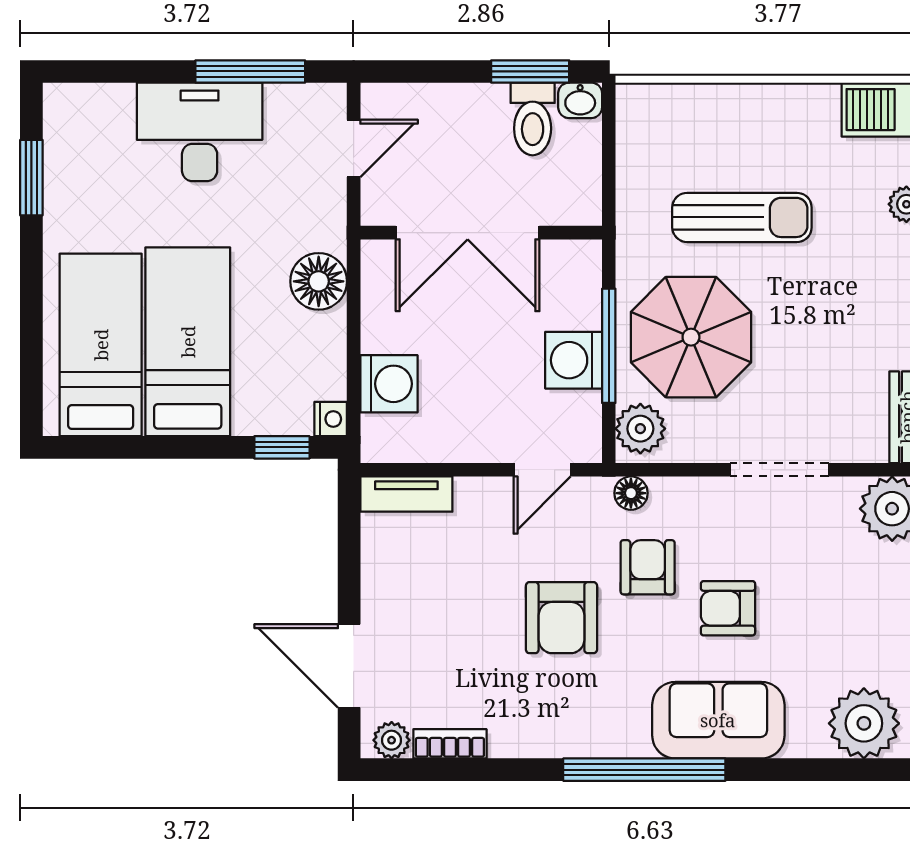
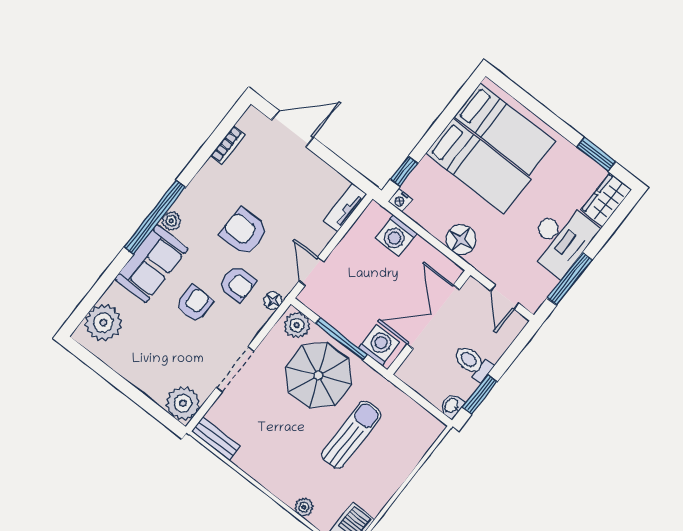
wardrobe: (88, 109) -> (606, 200), added
toilet: (533, 119) -> (473, 363), moved
sun lounger: (742, 217) -> (351, 435), turned 180
washing machine: (574, 360) -> (379, 345), moved
plant: (392, 740) -> (171, 221), moved

